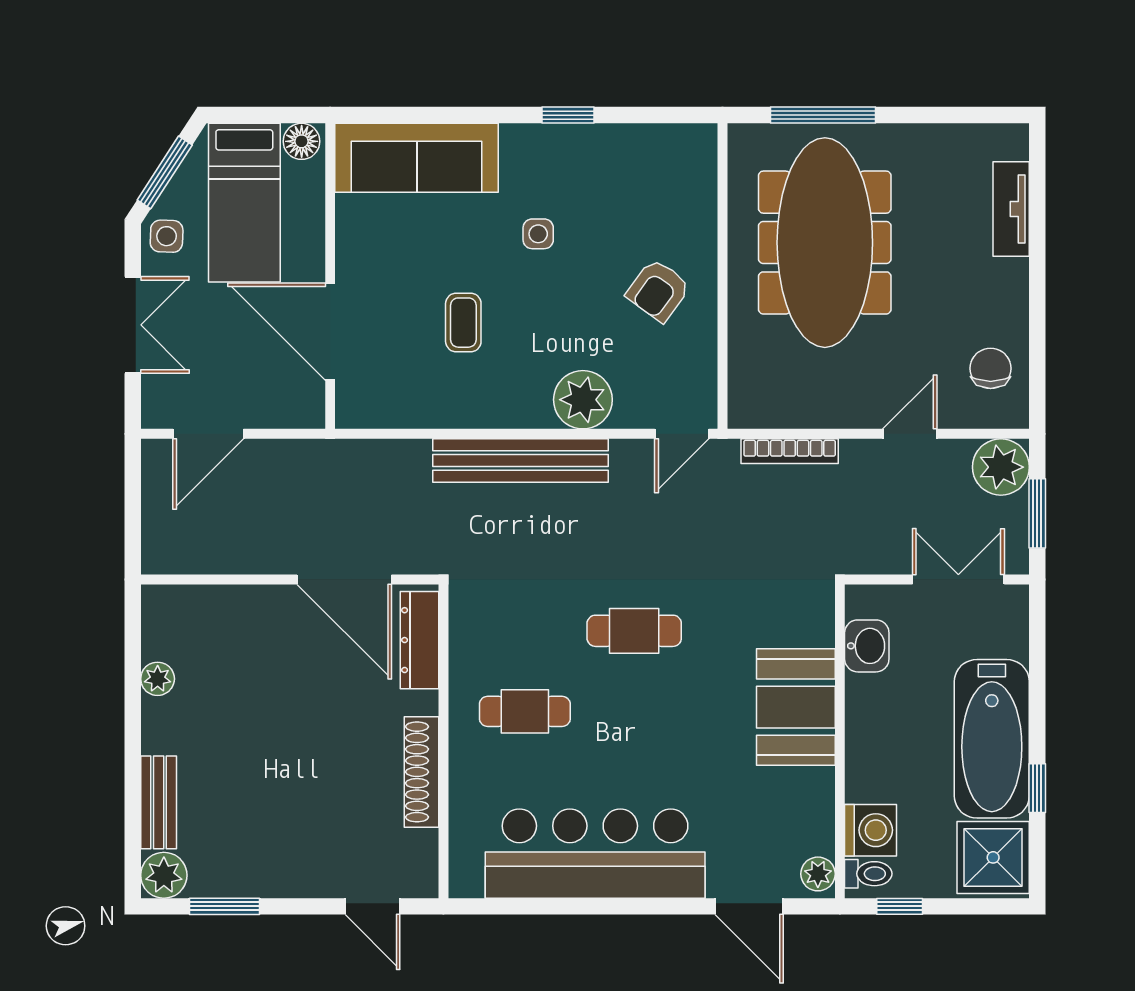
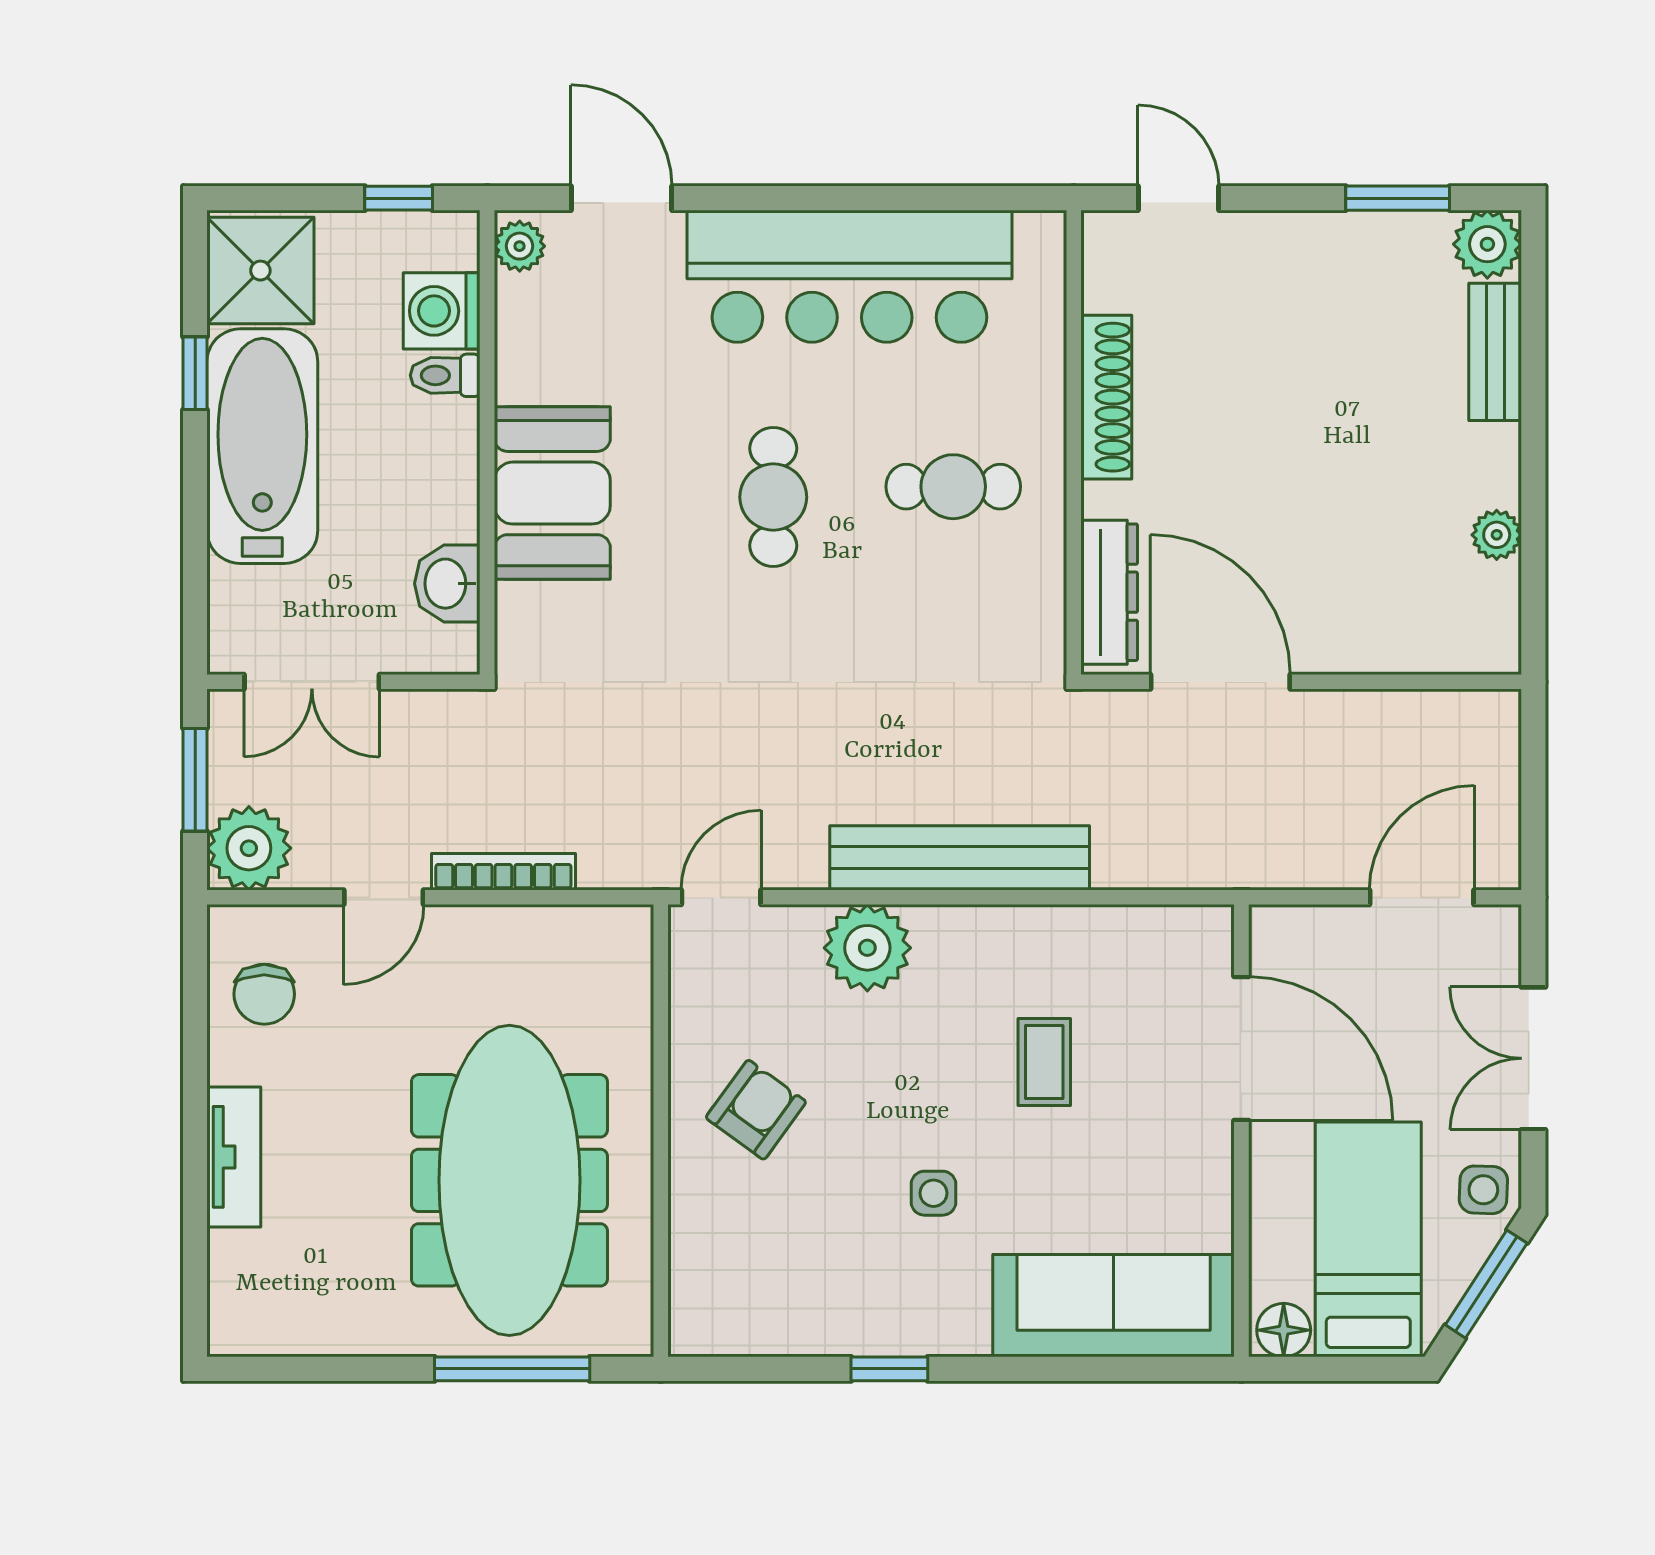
tv unit: (1011, 209) -> (234, 1157), moved
bookcase: (790, 451) -> (503, 872), moved
cafe table: (634, 631) -> (773, 497), moved, turned 90
toilet: (868, 874) -> (445, 375), moved

